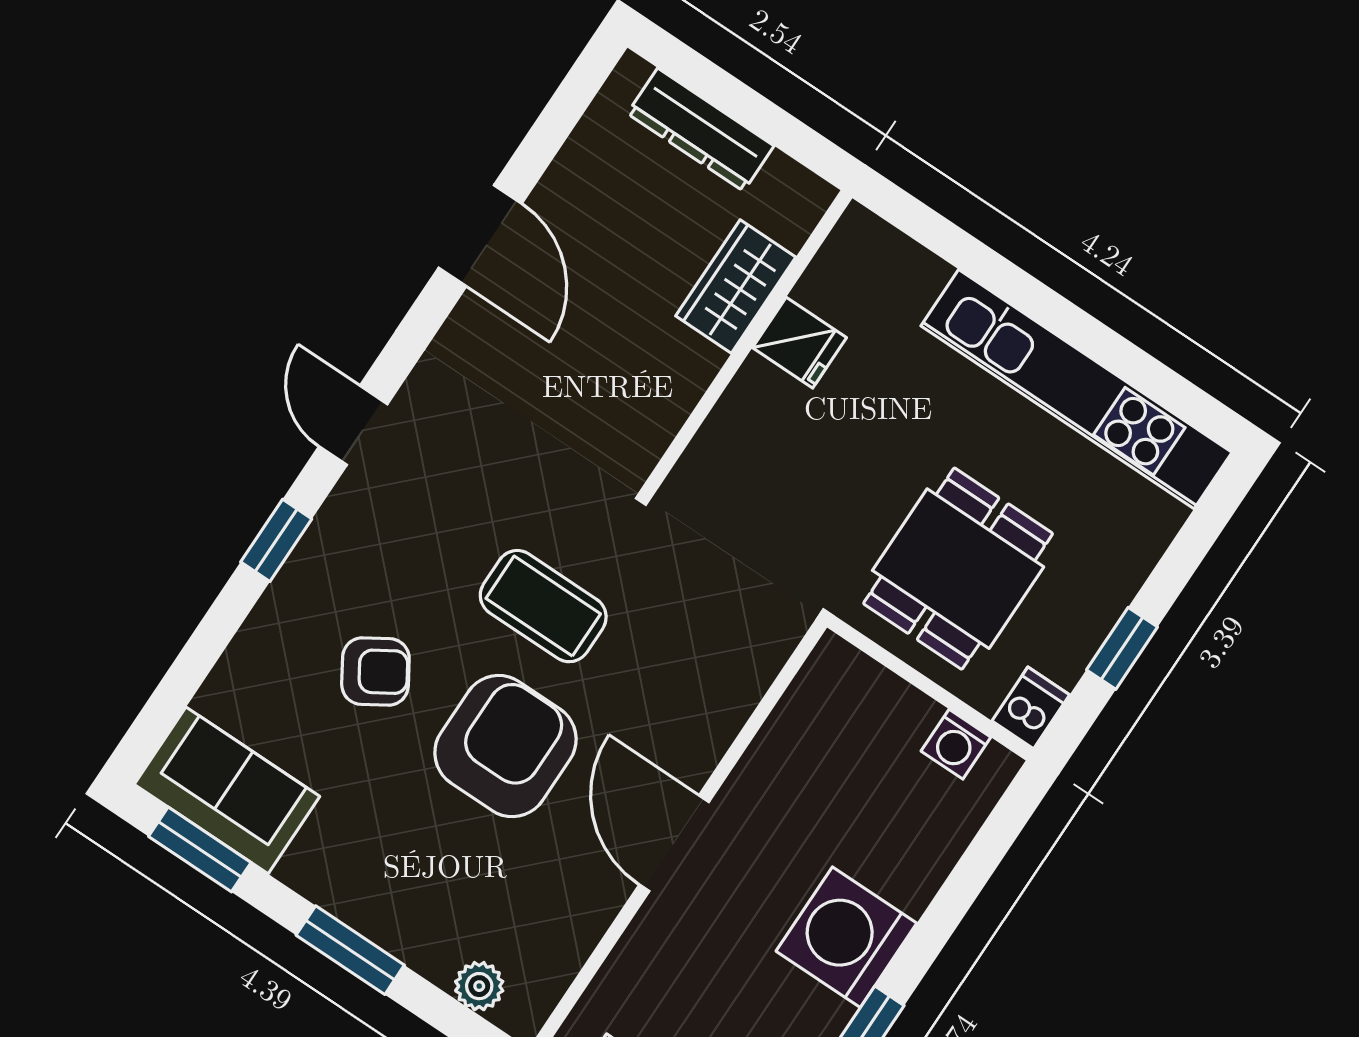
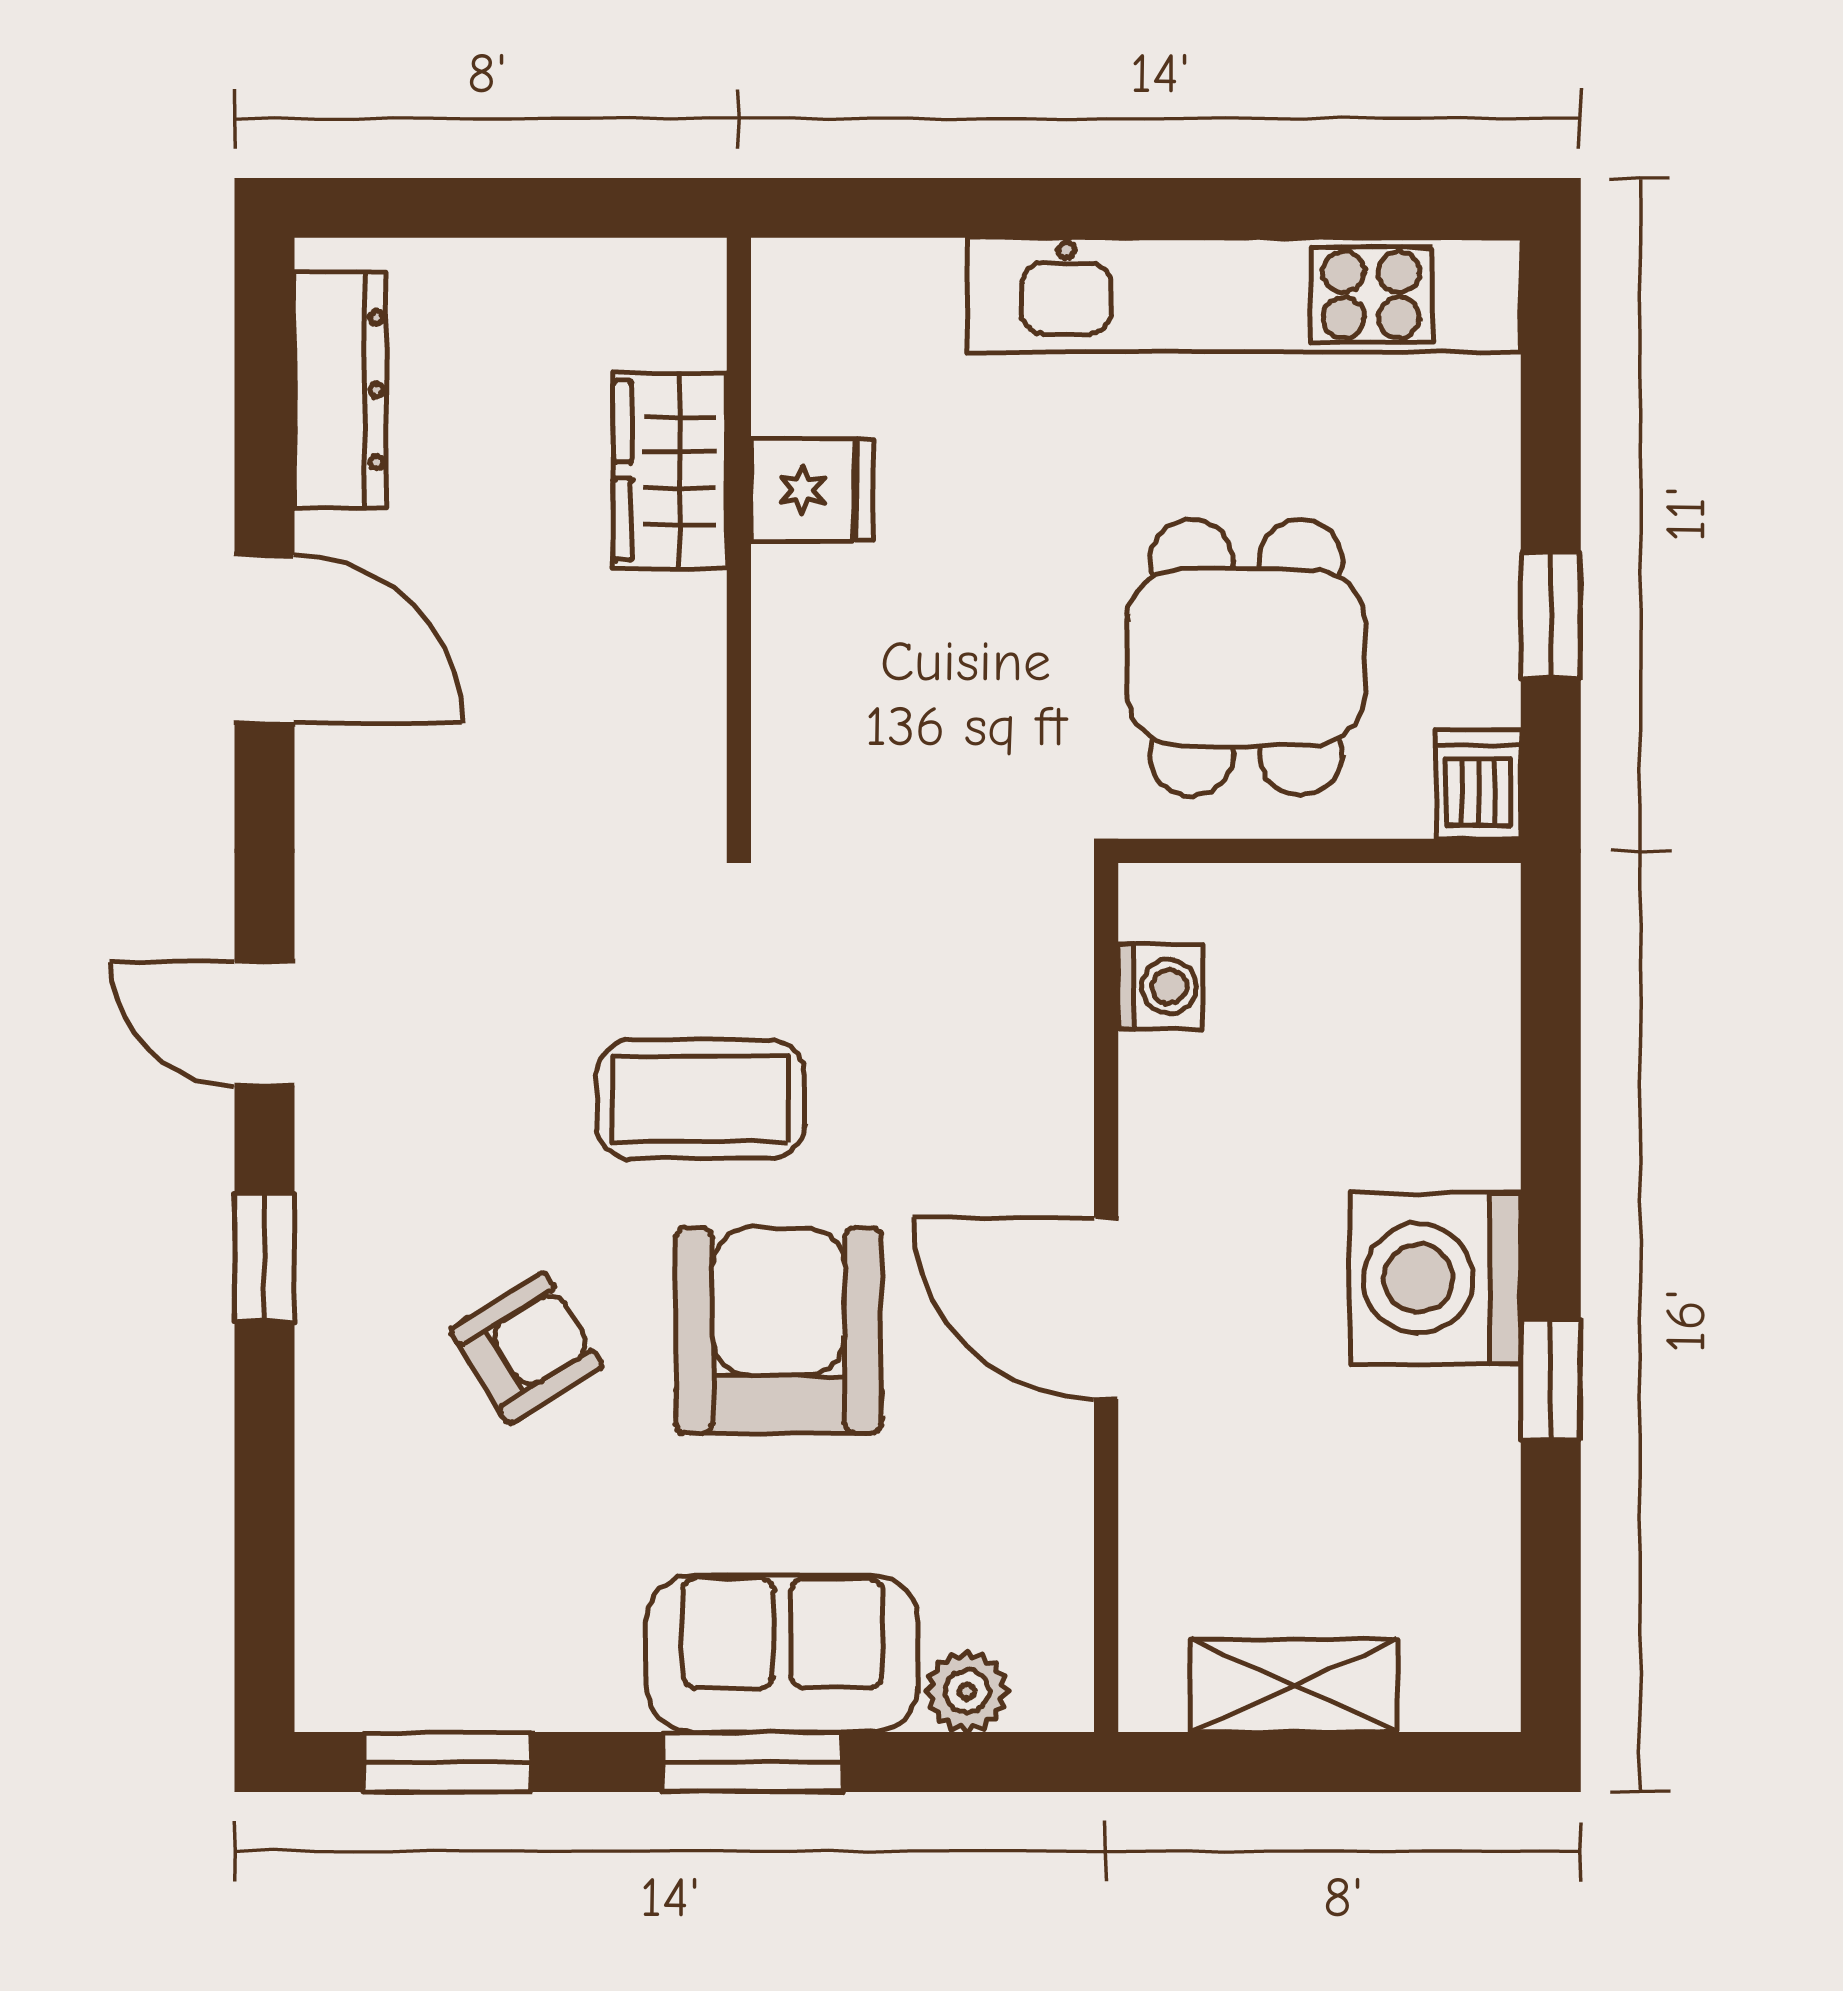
dresser: (701, 130) -> (341, 390), moved, turned -90
washing machine: (956, 744) -> (1161, 987), moved, turned -90
sofa: (227, 790) -> (782, 1654), moved

